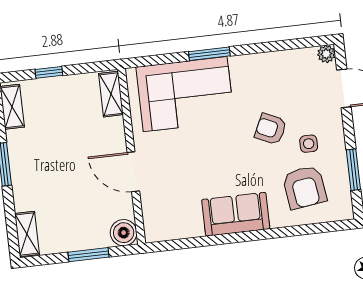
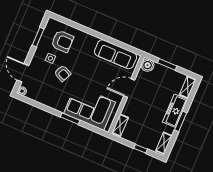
door: (133, 172) -> (129, 88), swing flipped
freezer: (26, 178) -> (175, 111), added
armchair: (305, 187) -> (62, 41), turned 98
sofa: (236, 214) -> (116, 54), moved, width x1.36

